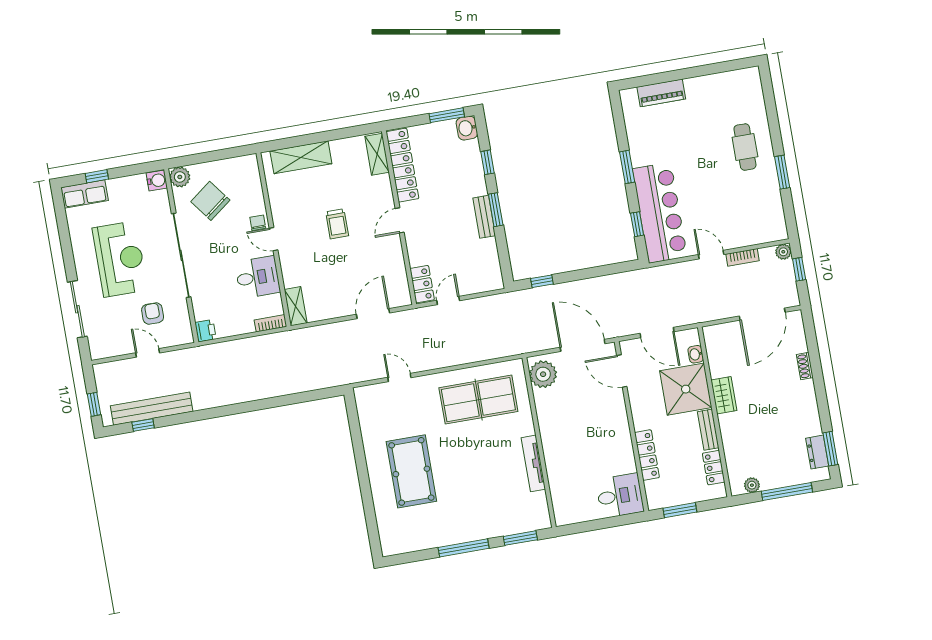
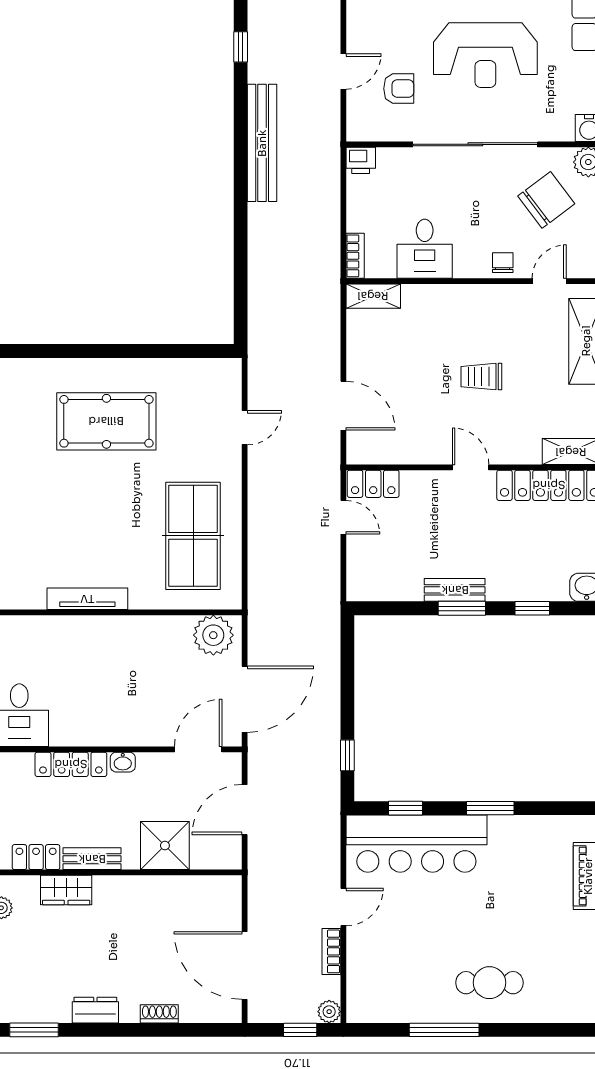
window: (782, 172) -> (444, 1030), width x1.44
chair: (258, 223) -> (503, 263), turned -90
door: (273, 239) -> (549, 281), moved
window: (542, 281) -> (347, 755), moved
washbasin: (696, 354) -> (123, 762), moved, turned 180
shower: (686, 389) -> (165, 846), width x0.73, depth x0.73
wardrobe: (724, 395) -> (66, 890), moved
bench: (152, 409) -> (262, 143), moved
dresser: (817, 452) -> (95, 1010), moved

